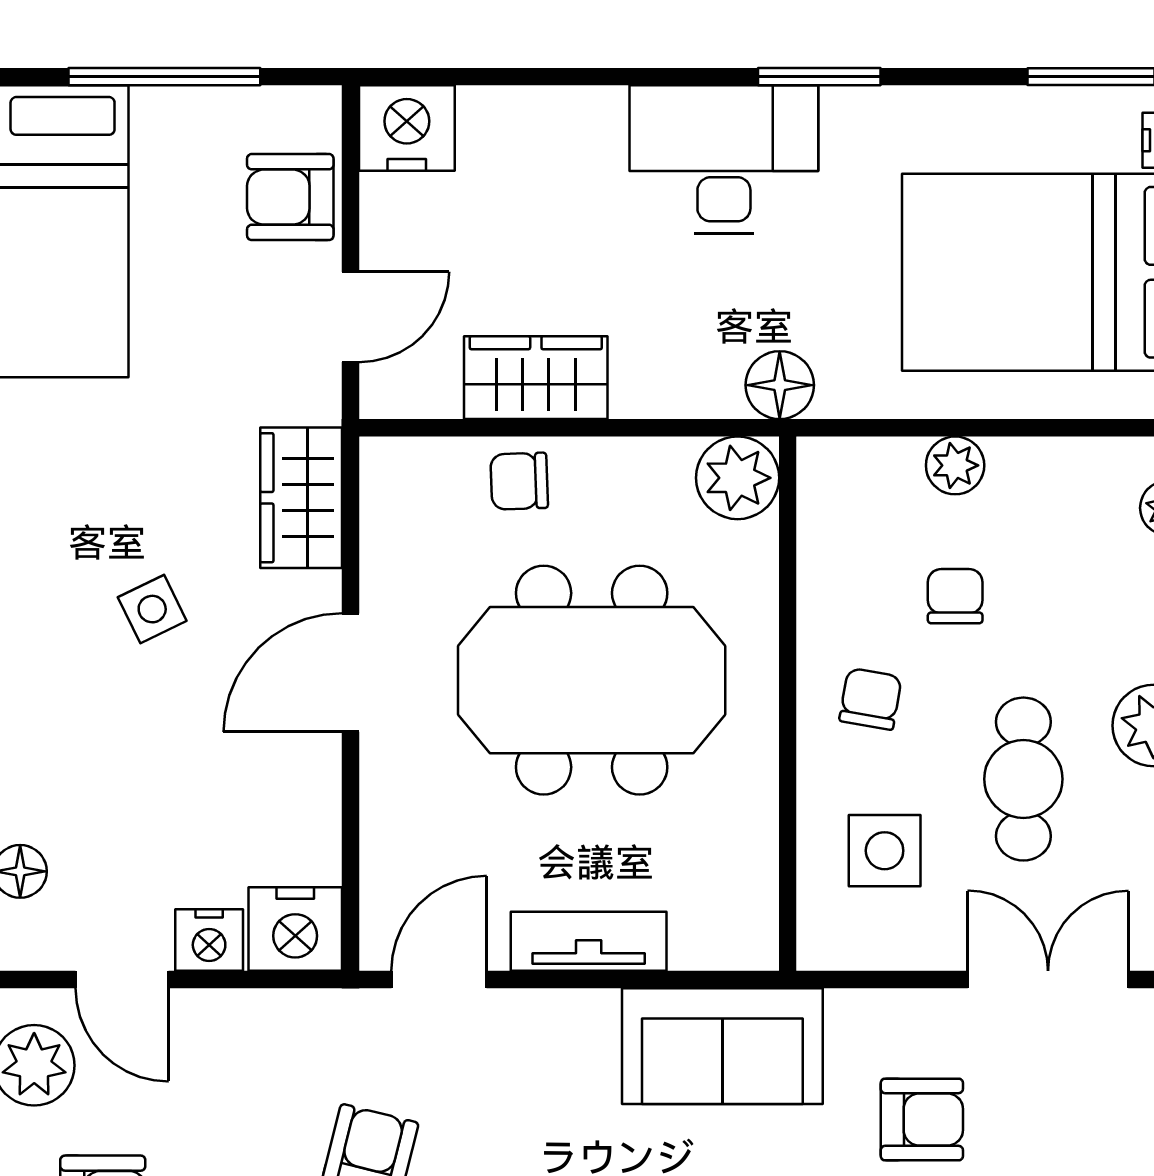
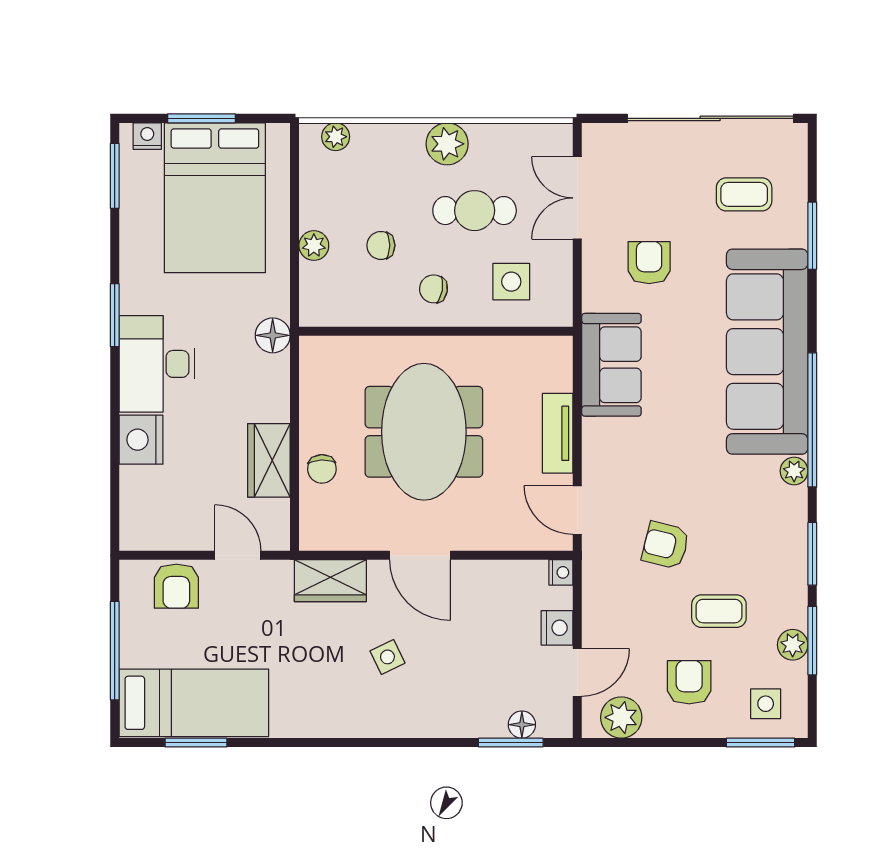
nightstand: (407, 128) -> (141, 440), moved
plant: (738, 478) -> (320, 357), removed
nightstand: (295, 929) -> (561, 572), width x0.53, depth x0.56

